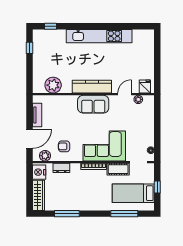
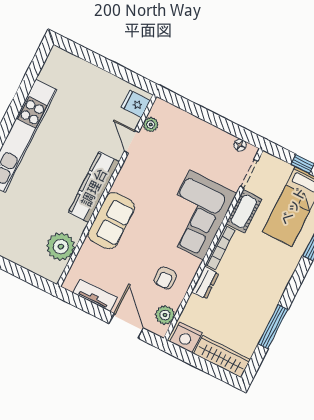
sofa: (93, 104) -> (111, 221), moved
dresser: (61, 168) -> (205, 283), moved

